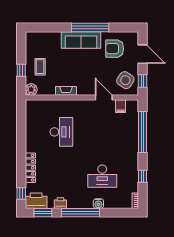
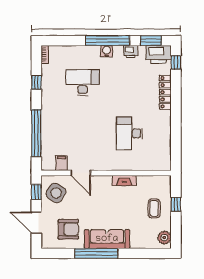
plant: (31, 90) -> (164, 238), moved
water cooler: (98, 204) -> (107, 51), moved

